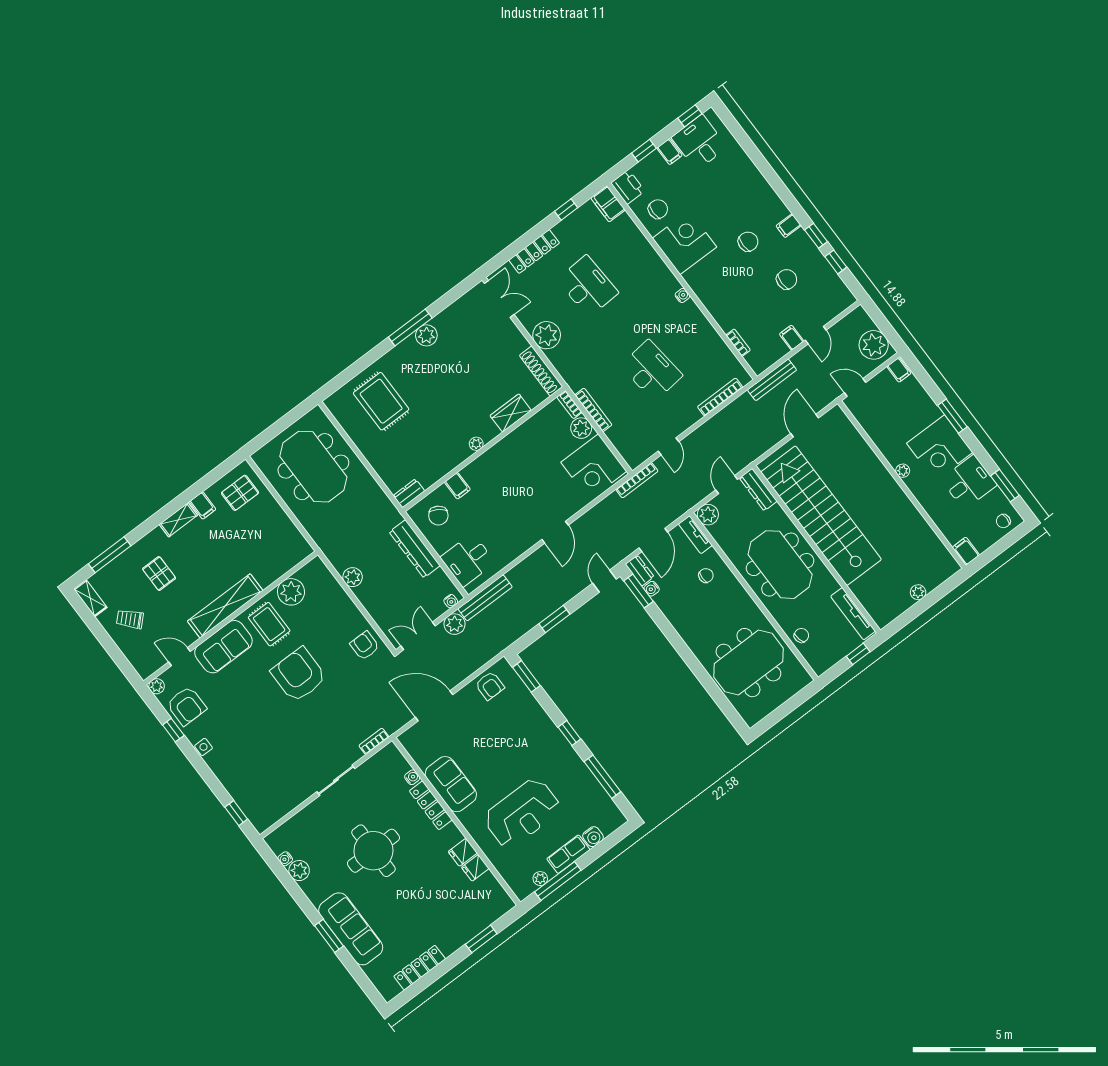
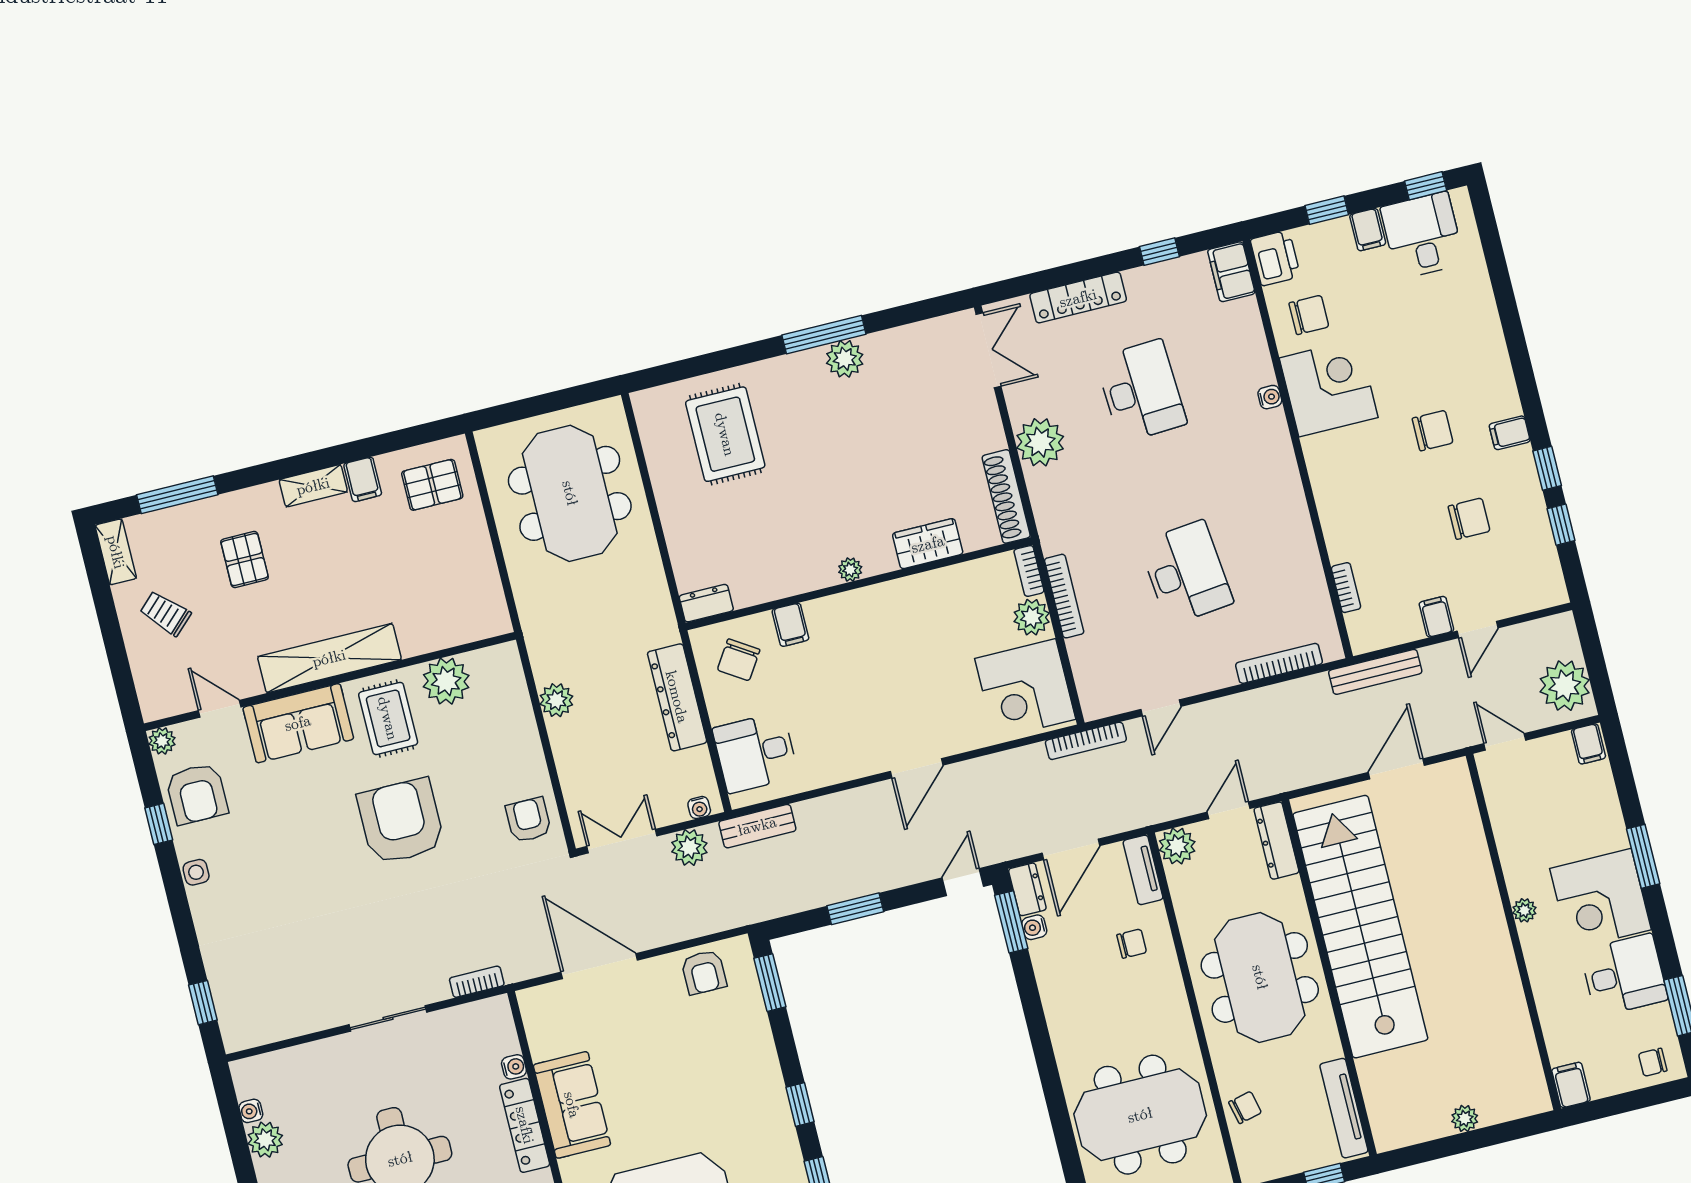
water cooler: (682, 296) -> (1270, 397), moved
bench: (485, 598) -> (757, 826), width x0.73

